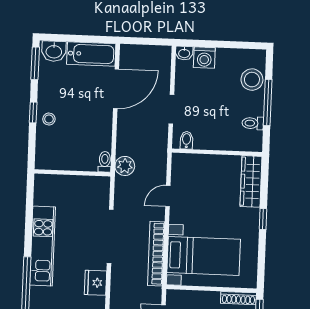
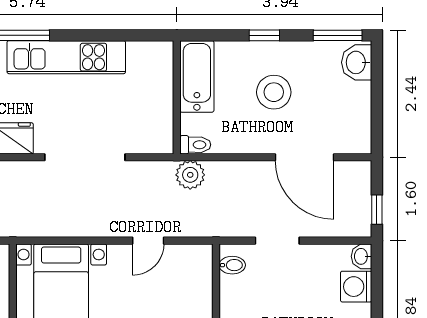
window: (153, 42) -> (377, 210), added
bathtub: (91, 54) -> (197, 76), moved, turned 180
stool: (49, 119) -> (274, 92), moved, width x1.89, depth x1.89
door: (168, 196) -> (148, 241), swing flipped
bookcase: (156, 254) -> (62, 227), removed

